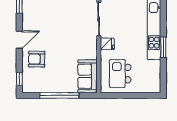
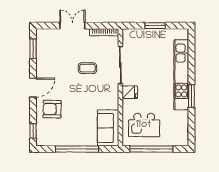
coffee table: (69, 22) -> (87, 68), added
kitchen island: (120, 74) -> (144, 125), turned -90
window: (127, 95) -> (151, 149), added

